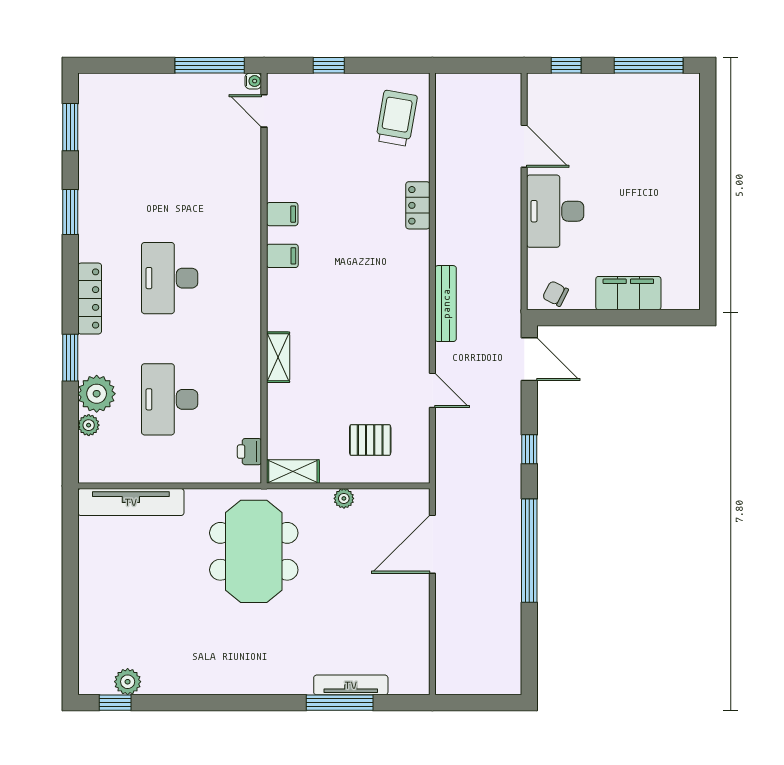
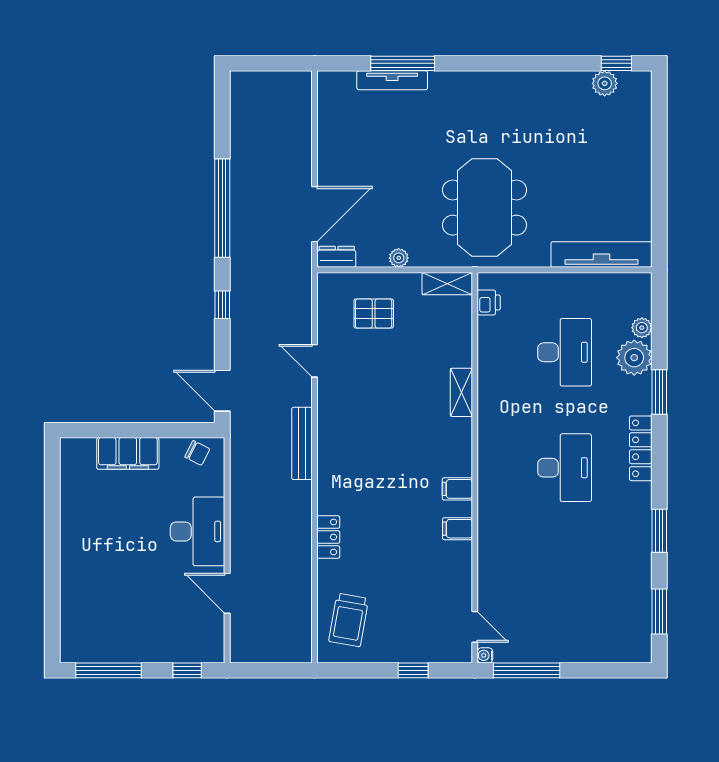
dresser: (409, 500) -> (337, 257), added

